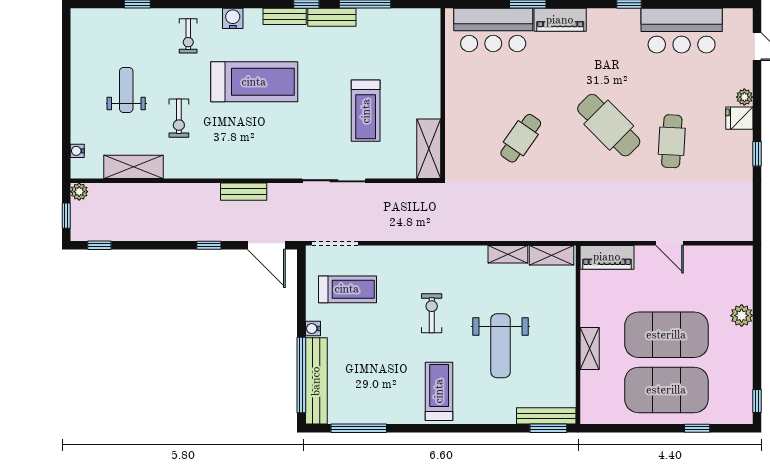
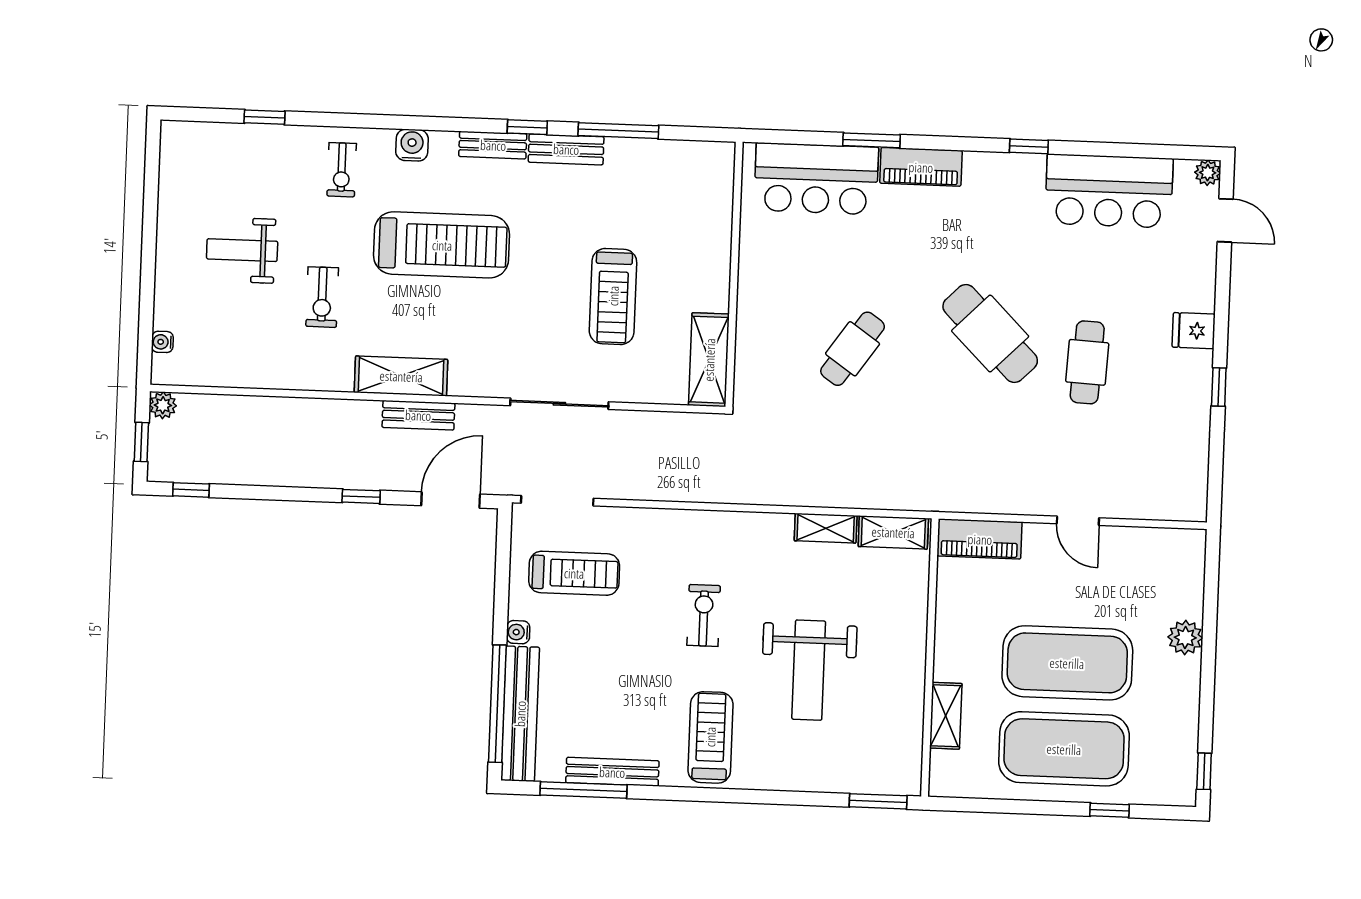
weight bench: (126, 90) -> (242, 250), turned -90
plant: (744, 97) -> (1208, 173), moved
shelving: (133, 167) -> (401, 376), moved
door: (266, 245) -> (451, 500), swing flipped
shelving: (590, 349) -> (946, 716), moved
bench: (546, 416) -> (612, 772), moved

